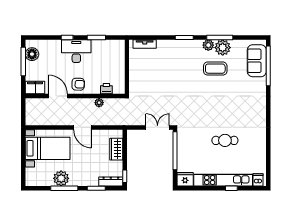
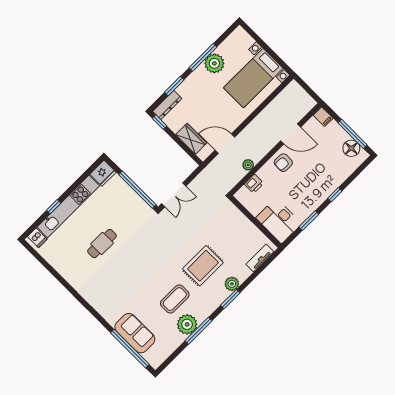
plant: (208, 45) -> (232, 284), moved
desk: (76, 51) -> (279, 221), moved, turned 90
sofa: (257, 61) -> (135, 333), moved
rug: (181, 71) -> (203, 266), added
filing cabinet: (35, 88) -> (323, 117), width x0.50
door: (83, 127) -> (225, 144), moved

